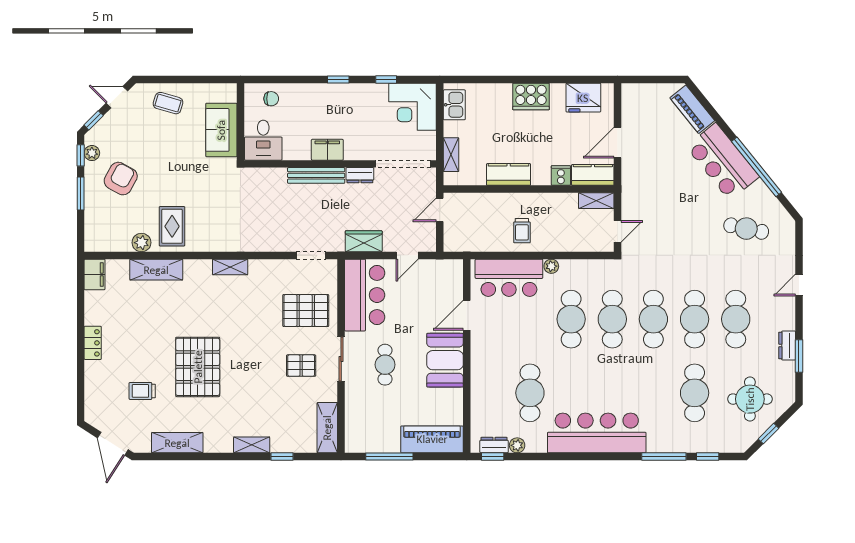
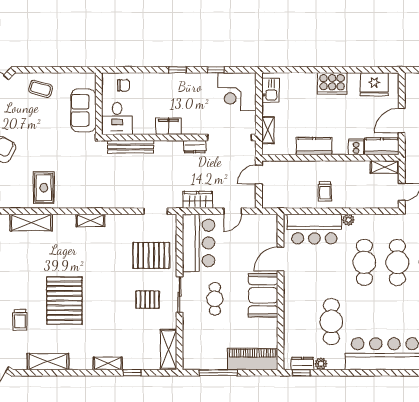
bench: (316, 175) -> (130, 147), moved
plant: (141, 243) -> (19, 201), removed
trolley: (142, 391) -> (20, 320), turned -90

